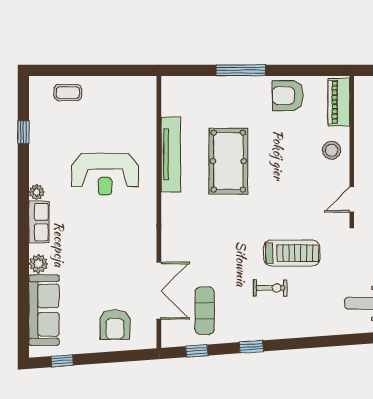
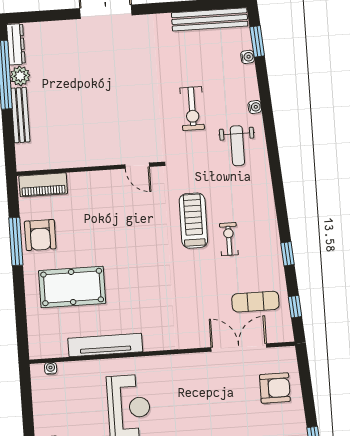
window: (241, 70) -> (16, 241), moved
water cooler: (151, 97) -> (51, 368), added
stool: (332, 150) -> (91, 188), removed
pool table: (228, 161) -> (72, 287), moved

